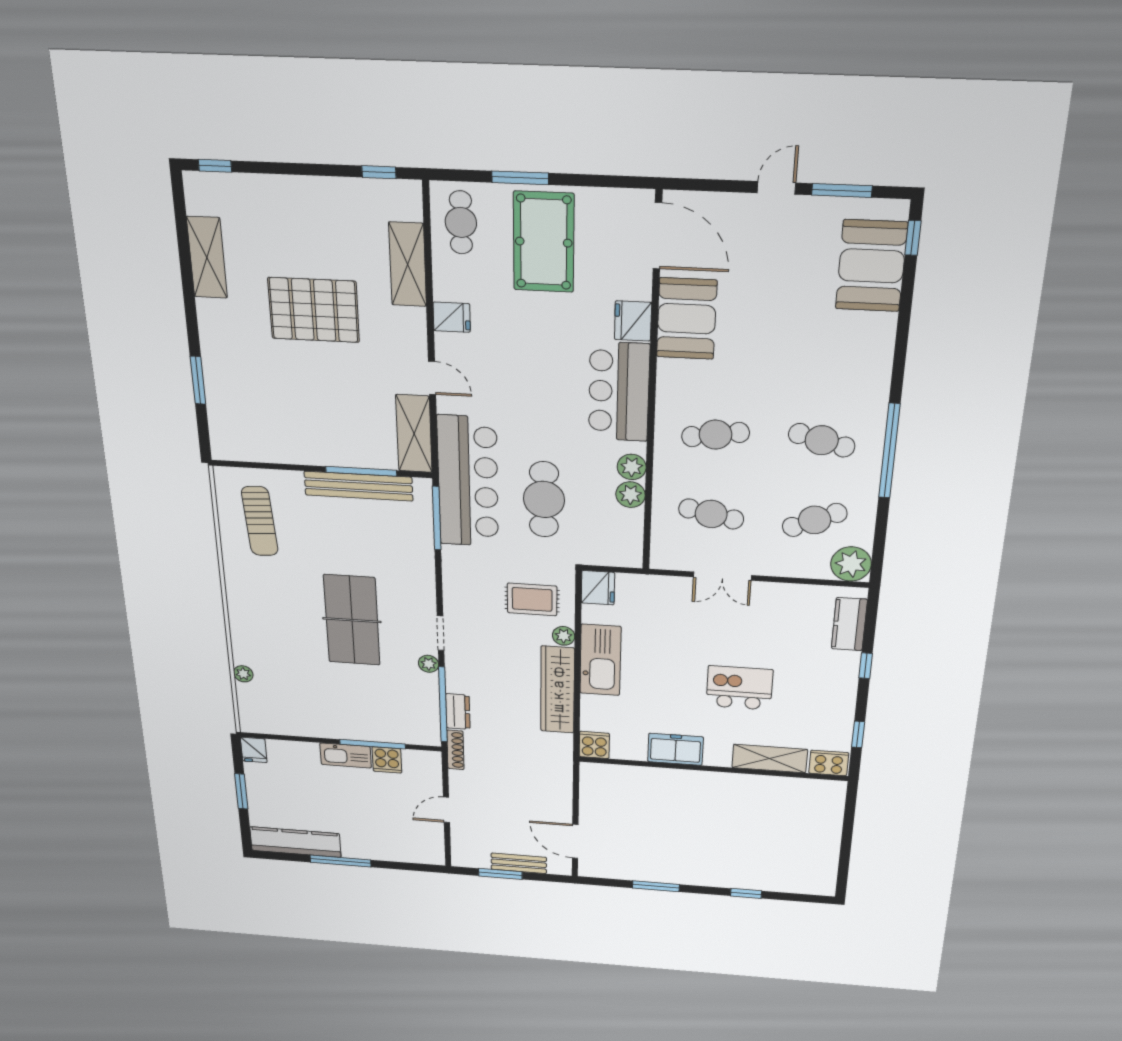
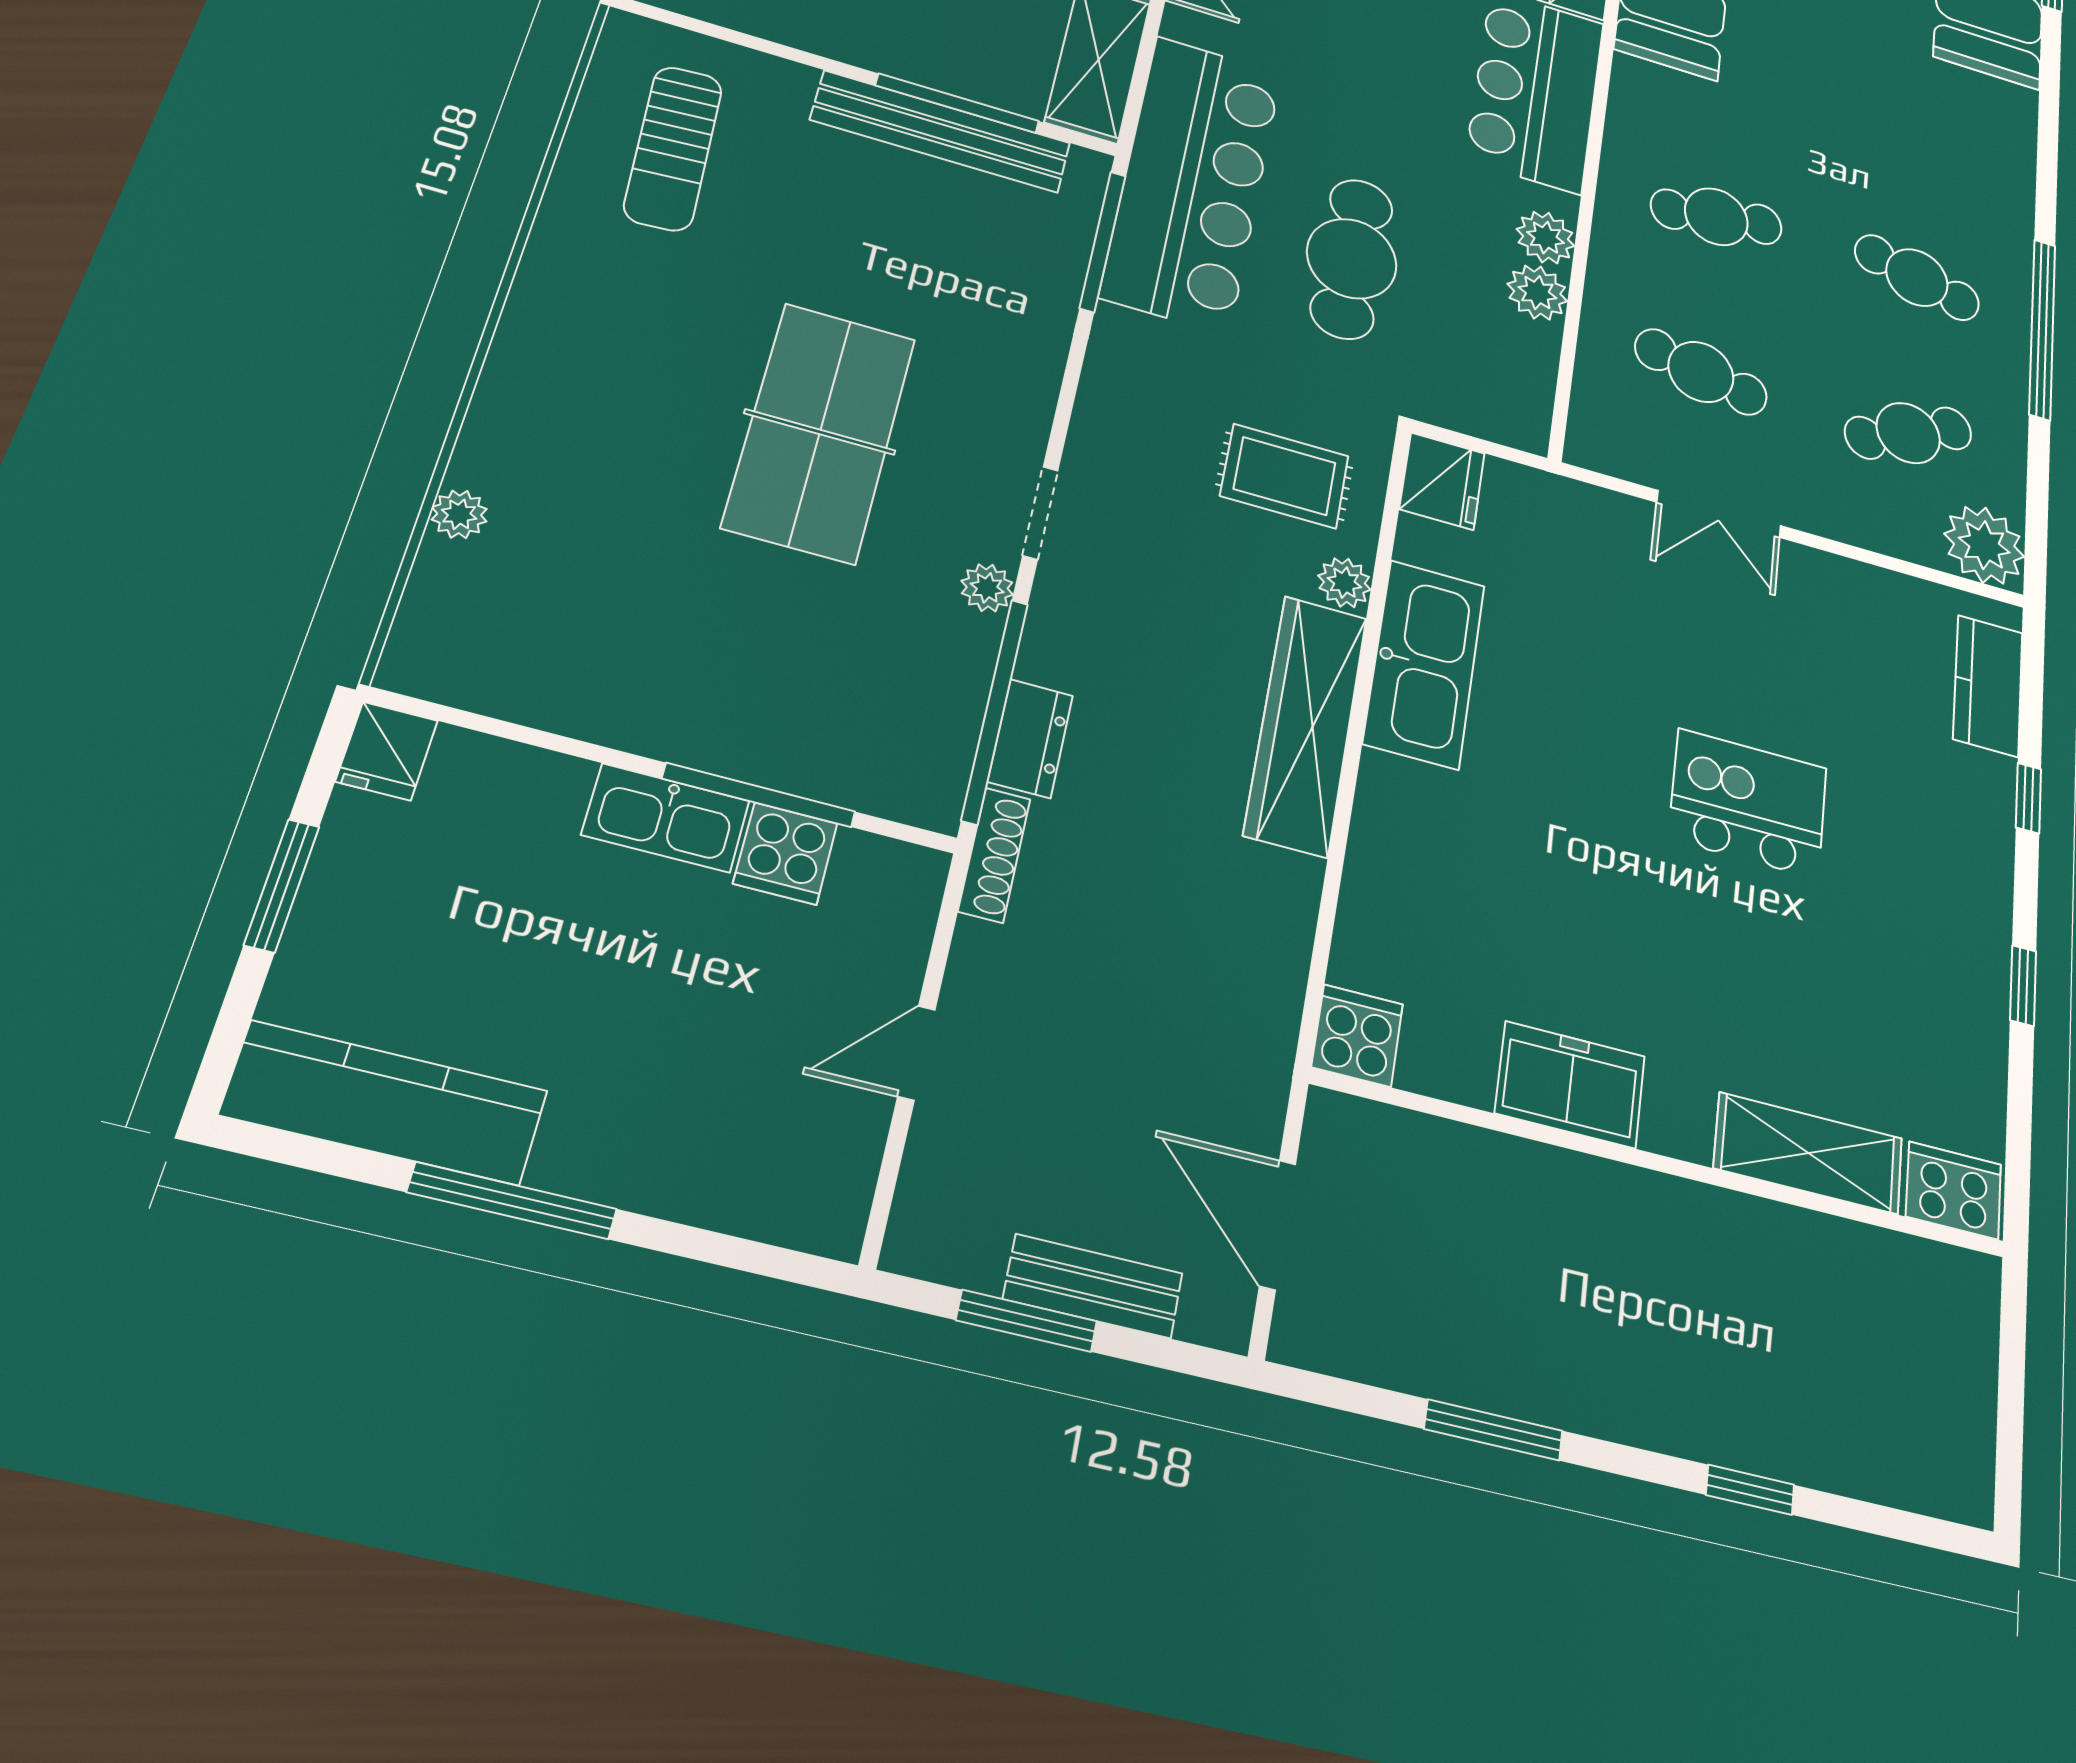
cooker: (594, 745) -> (1357, 1036), moved
freezer: (675, 749) -> (1570, 1085), moved
shelving: (770, 759) -> (1808, 1153), moved
cooker: (829, 763) -> (1954, 1190), moved
wall: (713, 769) -> (1663, 1164), moved

